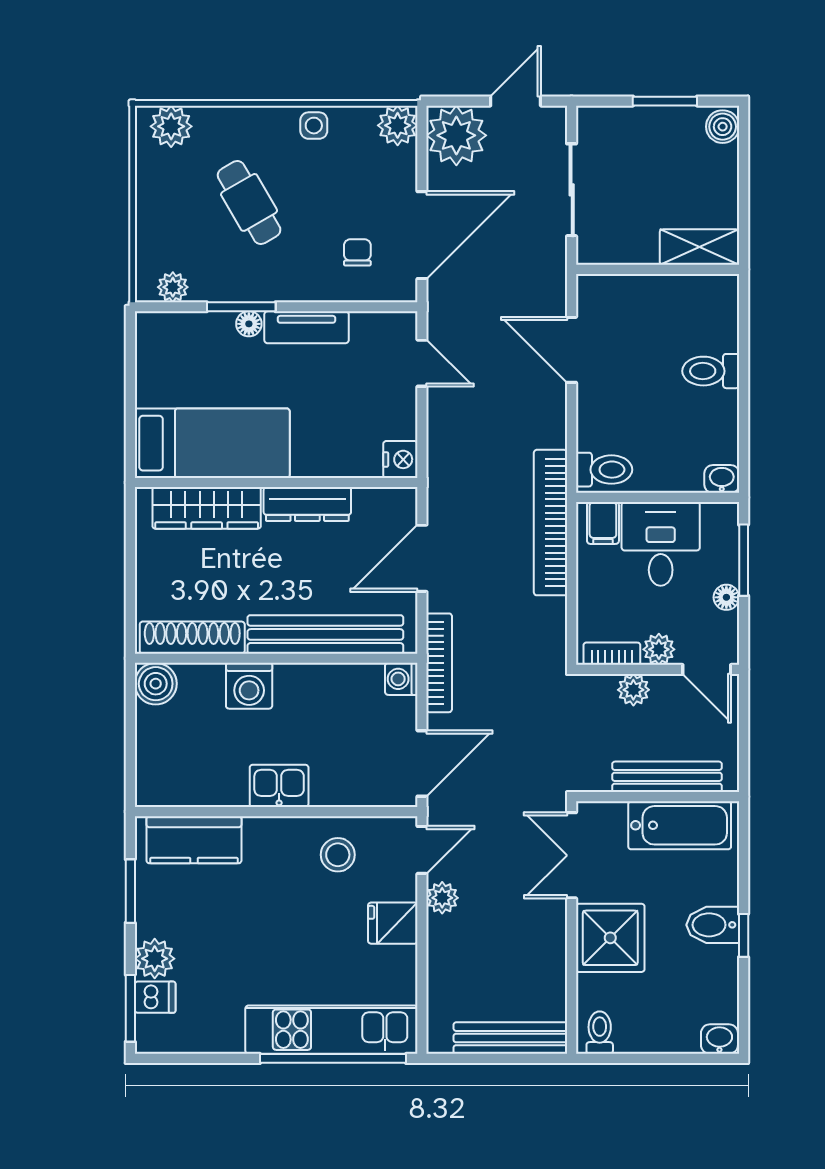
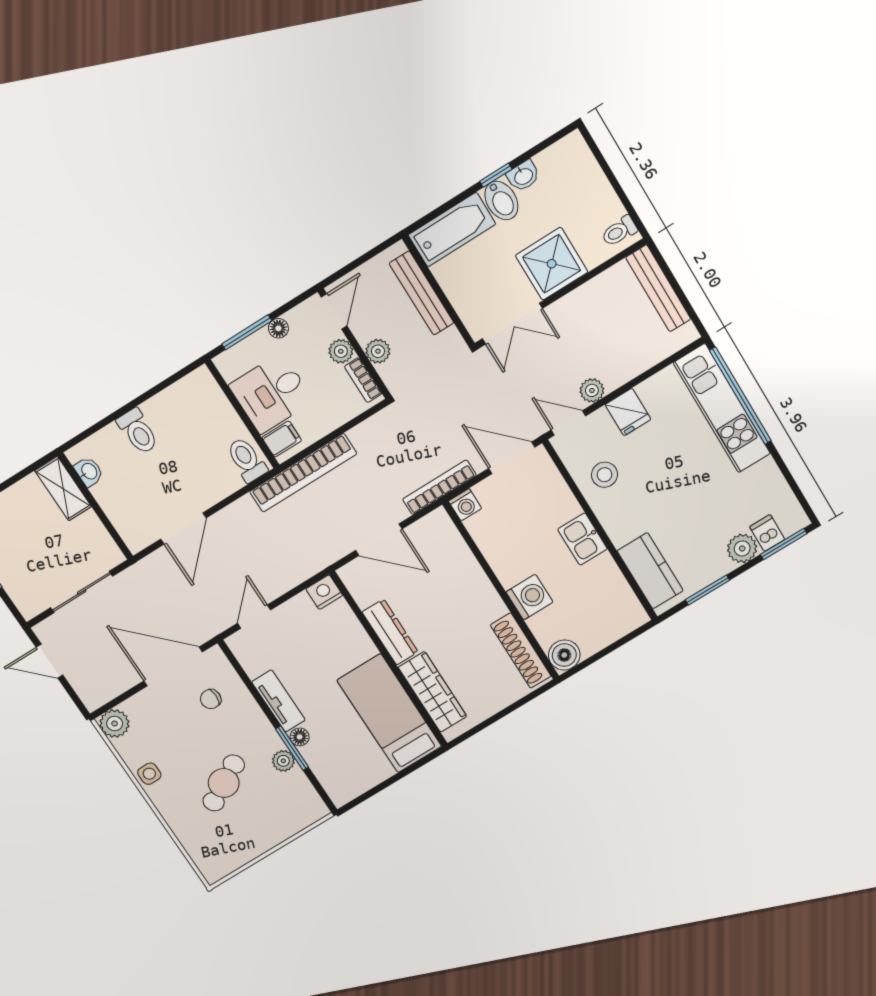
plant: (171, 126) -> (208, 857), removed
plant: (456, 135) -> (96, 684), removed
plant: (173, 287) -> (283, 761), moved
washbasin: (722, 479) -> (89, 472), moved, turned 180
bench: (325, 634) -> (466, 570), removed
bathtub: (680, 825) -> (452, 230), moved, turned 90
washbasin: (719, 1039) -> (523, 176), moved, turned -90

